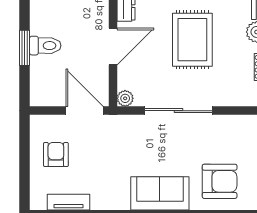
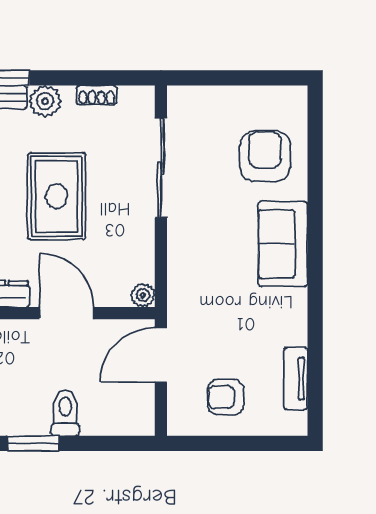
rug: (192, 40) -> (57, 196), turned 90
window: (24, 48) -> (33, 443), moved
sliding door: (178, 111) -> (161, 168), moved

